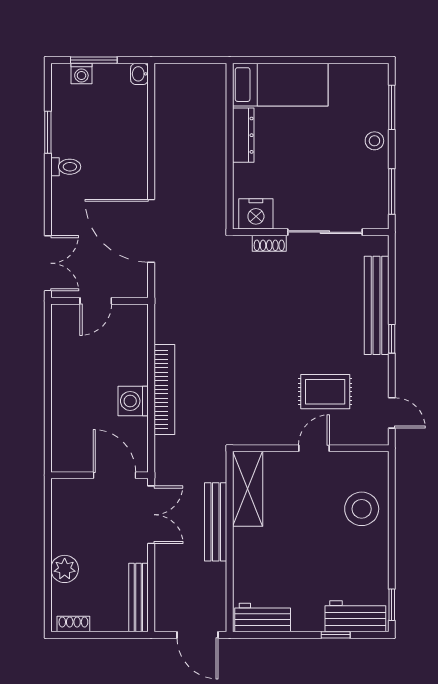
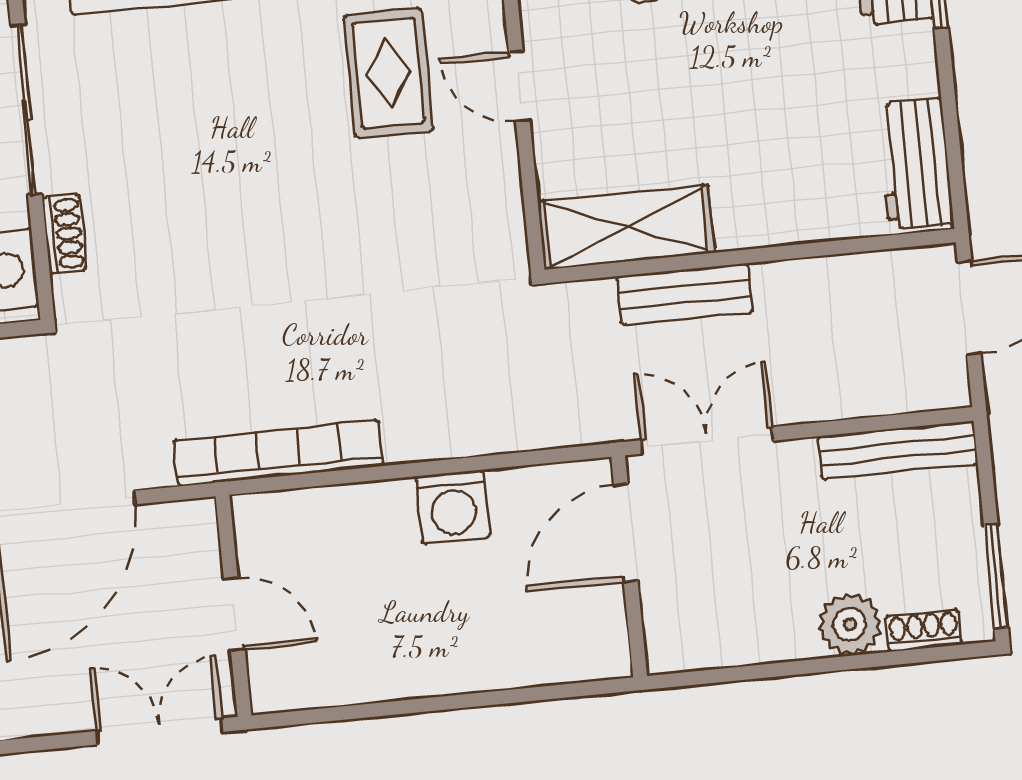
bookcase: (164, 390) -> (279, 453), moved
bench: (216, 522) -> (685, 295), width x0.73
shoe rack: (73, 624) -> (923, 630), moved, turned 90
window: (79, 635) -> (996, 576), added

